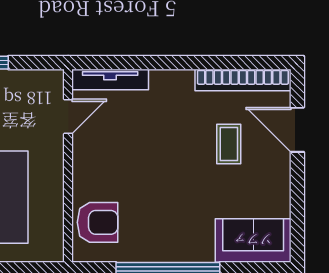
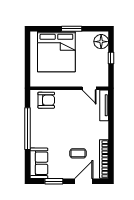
window: (297, 203) -> (54, 181), added
armchair: (98, 222) -> (46, 100), turned -90

